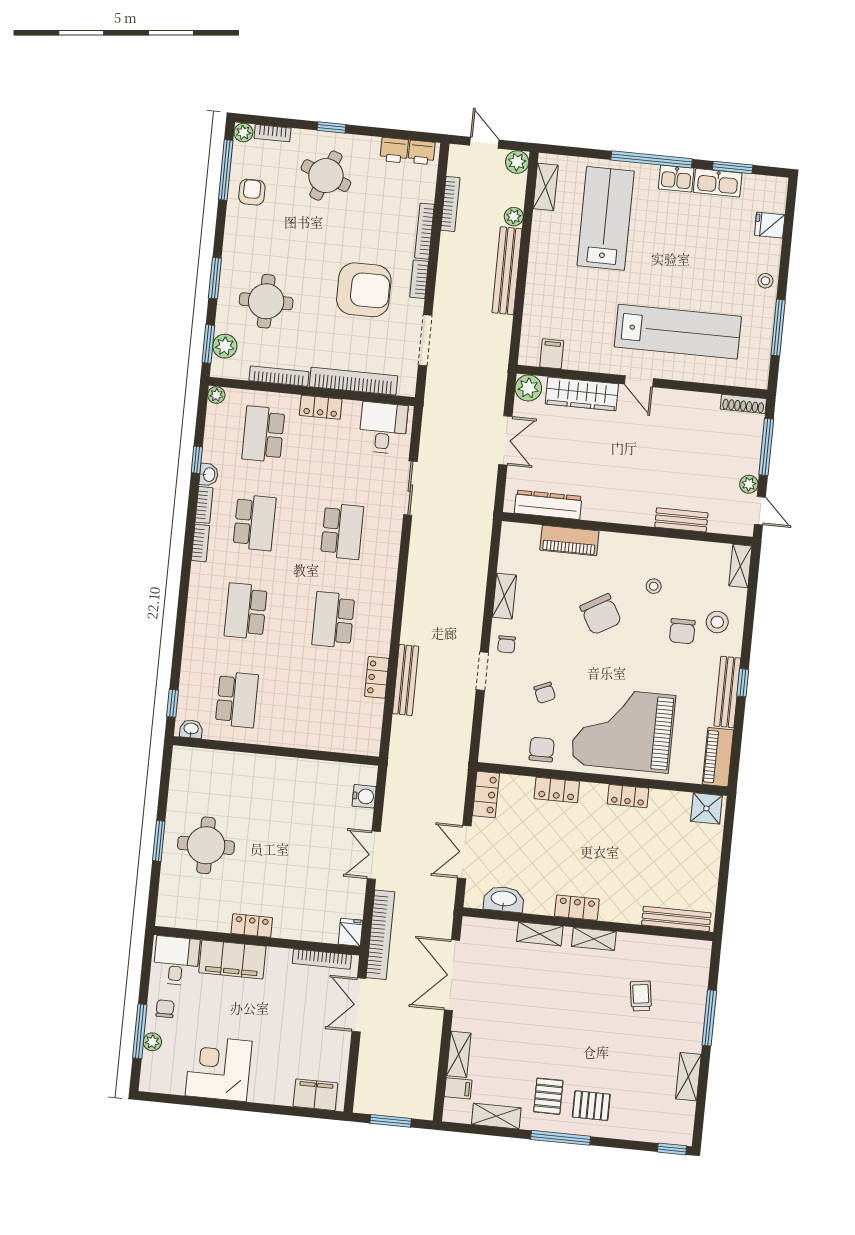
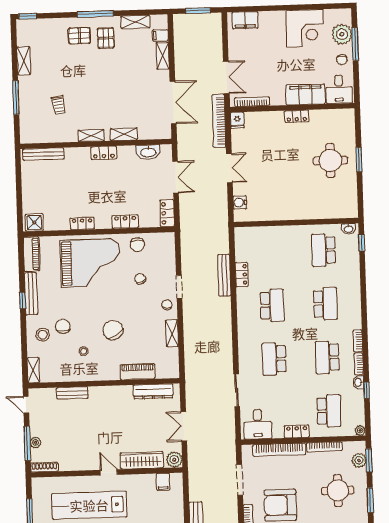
plant: (749, 484) -> (35, 442), moved
plant: (152, 1042) -> (342, 34), width x1.87, depth x1.87

